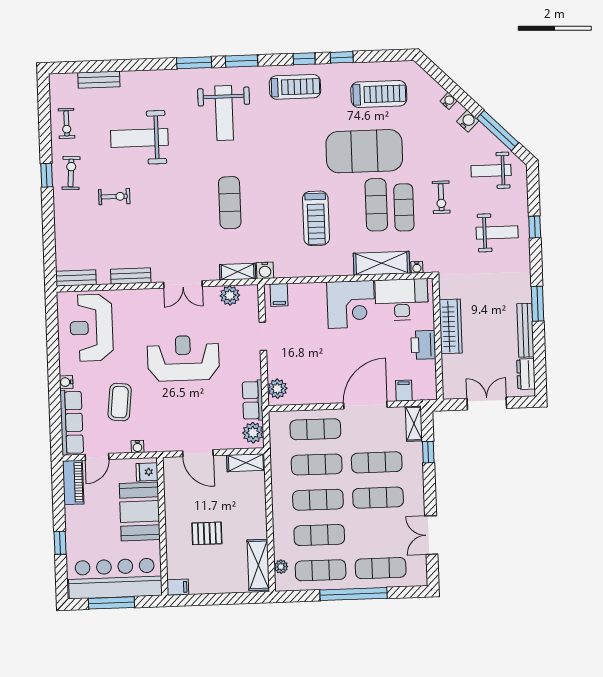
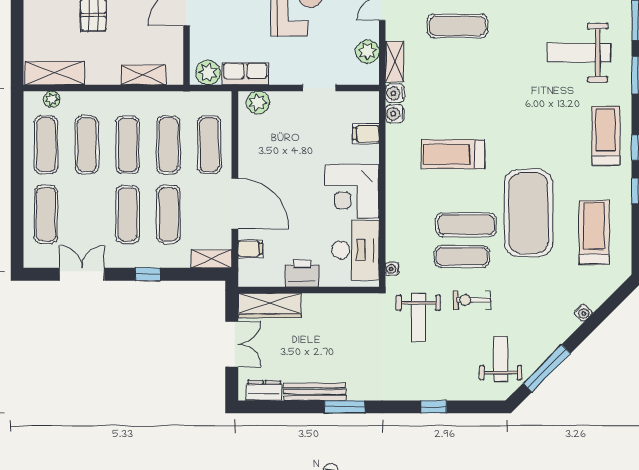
treadmill: (295, 87) -> (606, 136), turned 180
treadmill: (379, 94) -> (594, 232), turned 180
water cooler: (468, 121) -> (395, 114), moved, turned 135
exercise mat: (230, 203) -> (457, 26), moved
weight bench: (497, 232) -> (418, 317), moved
shelving: (382, 263) -> (398, 228), removed
filing cabinet: (279, 295) -> (366, 134), moved
wardrobe: (451, 326) -> (270, 305), moved
window: (428, 452) -> (148, 274), moved
shelving: (246, 463) -> (143, 75), moved, turned 90
window: (354, 594) -> (17, 182), removed

